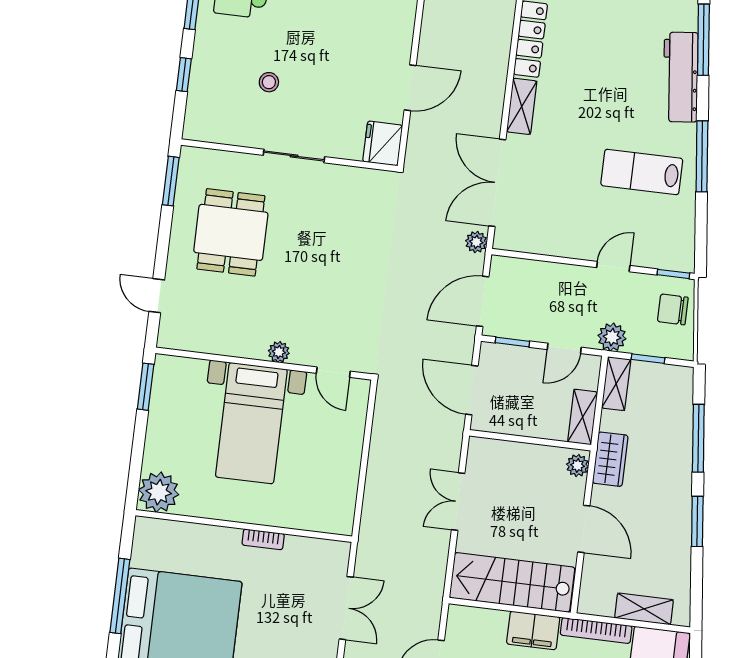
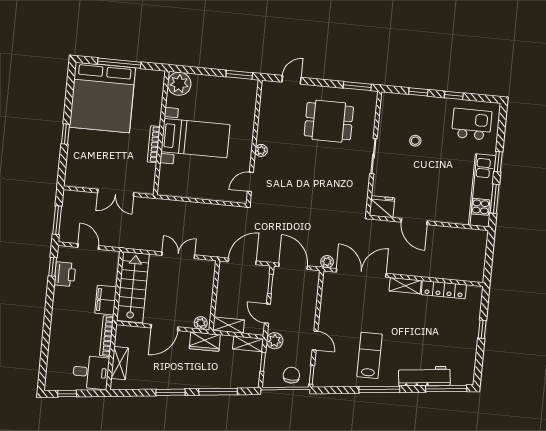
bed with nightstands: (251, 423) -> (195, 138), moved, turned 180
bookcase: (263, 539) -> (154, 144), width x1.56

